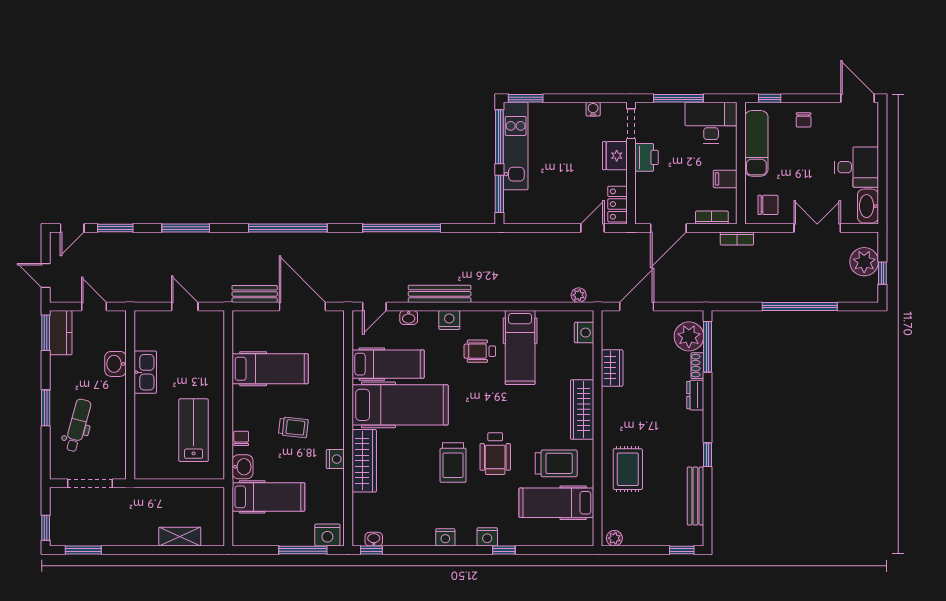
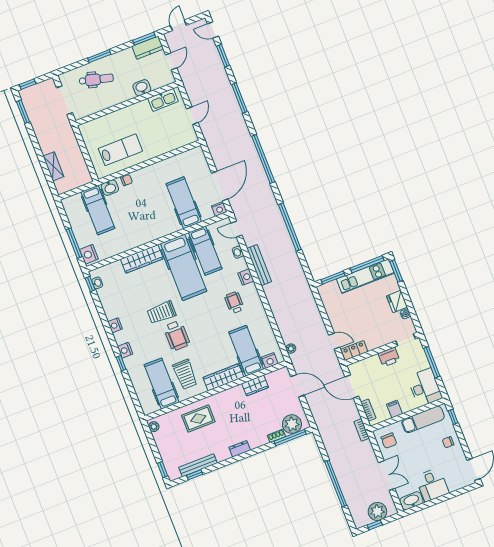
fridge: (615, 156) -> (397, 301), moved, turned -90
bench: (255, 294) -> (216, 155), removed
hospital bed: (520, 348) -> (246, 351), moved, turned 90
hospital bed: (270, 369) -> (184, 203), moved, turned 180
kitchen sink: (145, 372) -> (163, 100), moved
dresser: (695, 395) -> (240, 449), moved
trolley: (293, 427) -> (145, 209), removed
wheelchair: (495, 454) -> (177, 336), turned -90
window: (708, 455) -> (195, 475), moved
nightstand: (335, 459) -> (219, 209), moved

